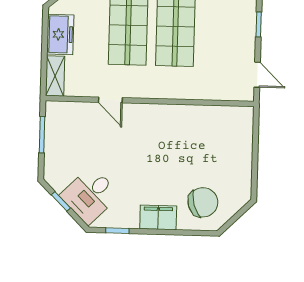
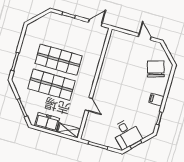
door: (110, 100) -> (89, 104), hinge flipped
door: (255, 169) -> (145, 37), added
desk: (90, 195) -> (127, 134), moved
filing cabinet: (158, 217) -> (156, 100), width x0.50

